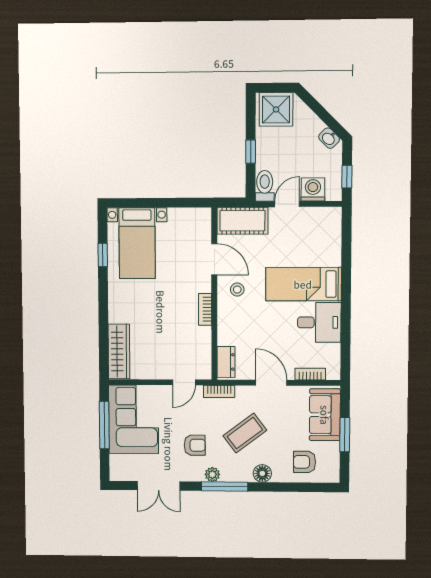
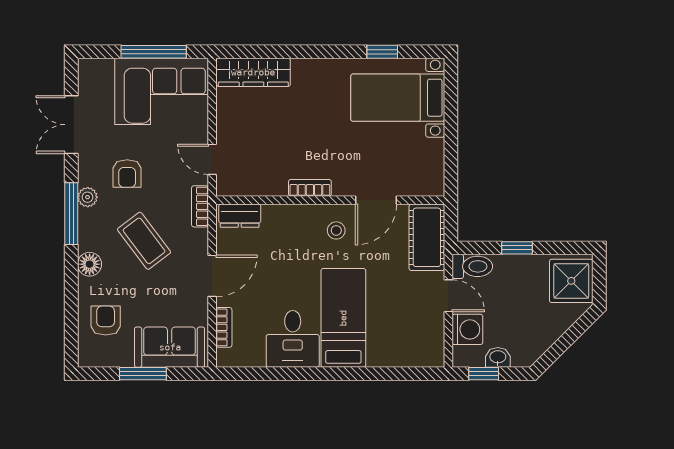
washbasin: (329, 138) -> (498, 357), moved, turned 45

